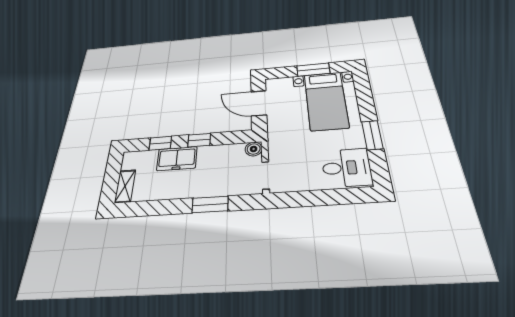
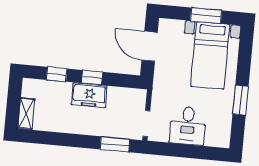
boiler: (254, 149) -> (139, 96), removed
freezer: (177, 159) -> (89, 95), moved
desk: (346, 168) -> (188, 126), moved, turned 90
window: (210, 204) -> (115, 144), moved

